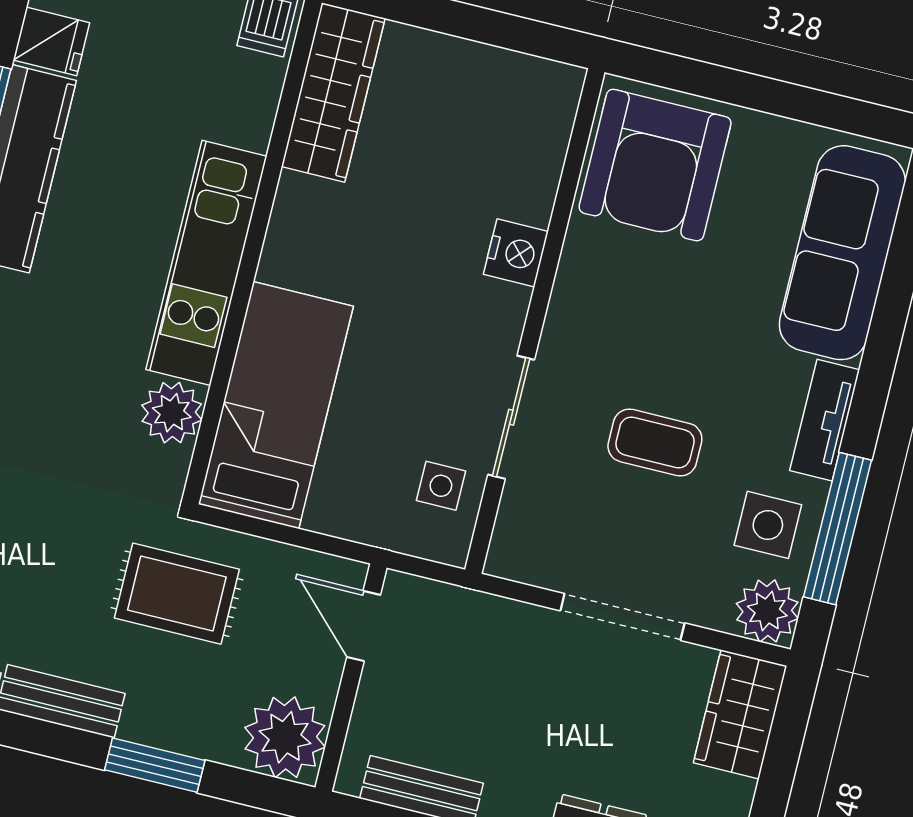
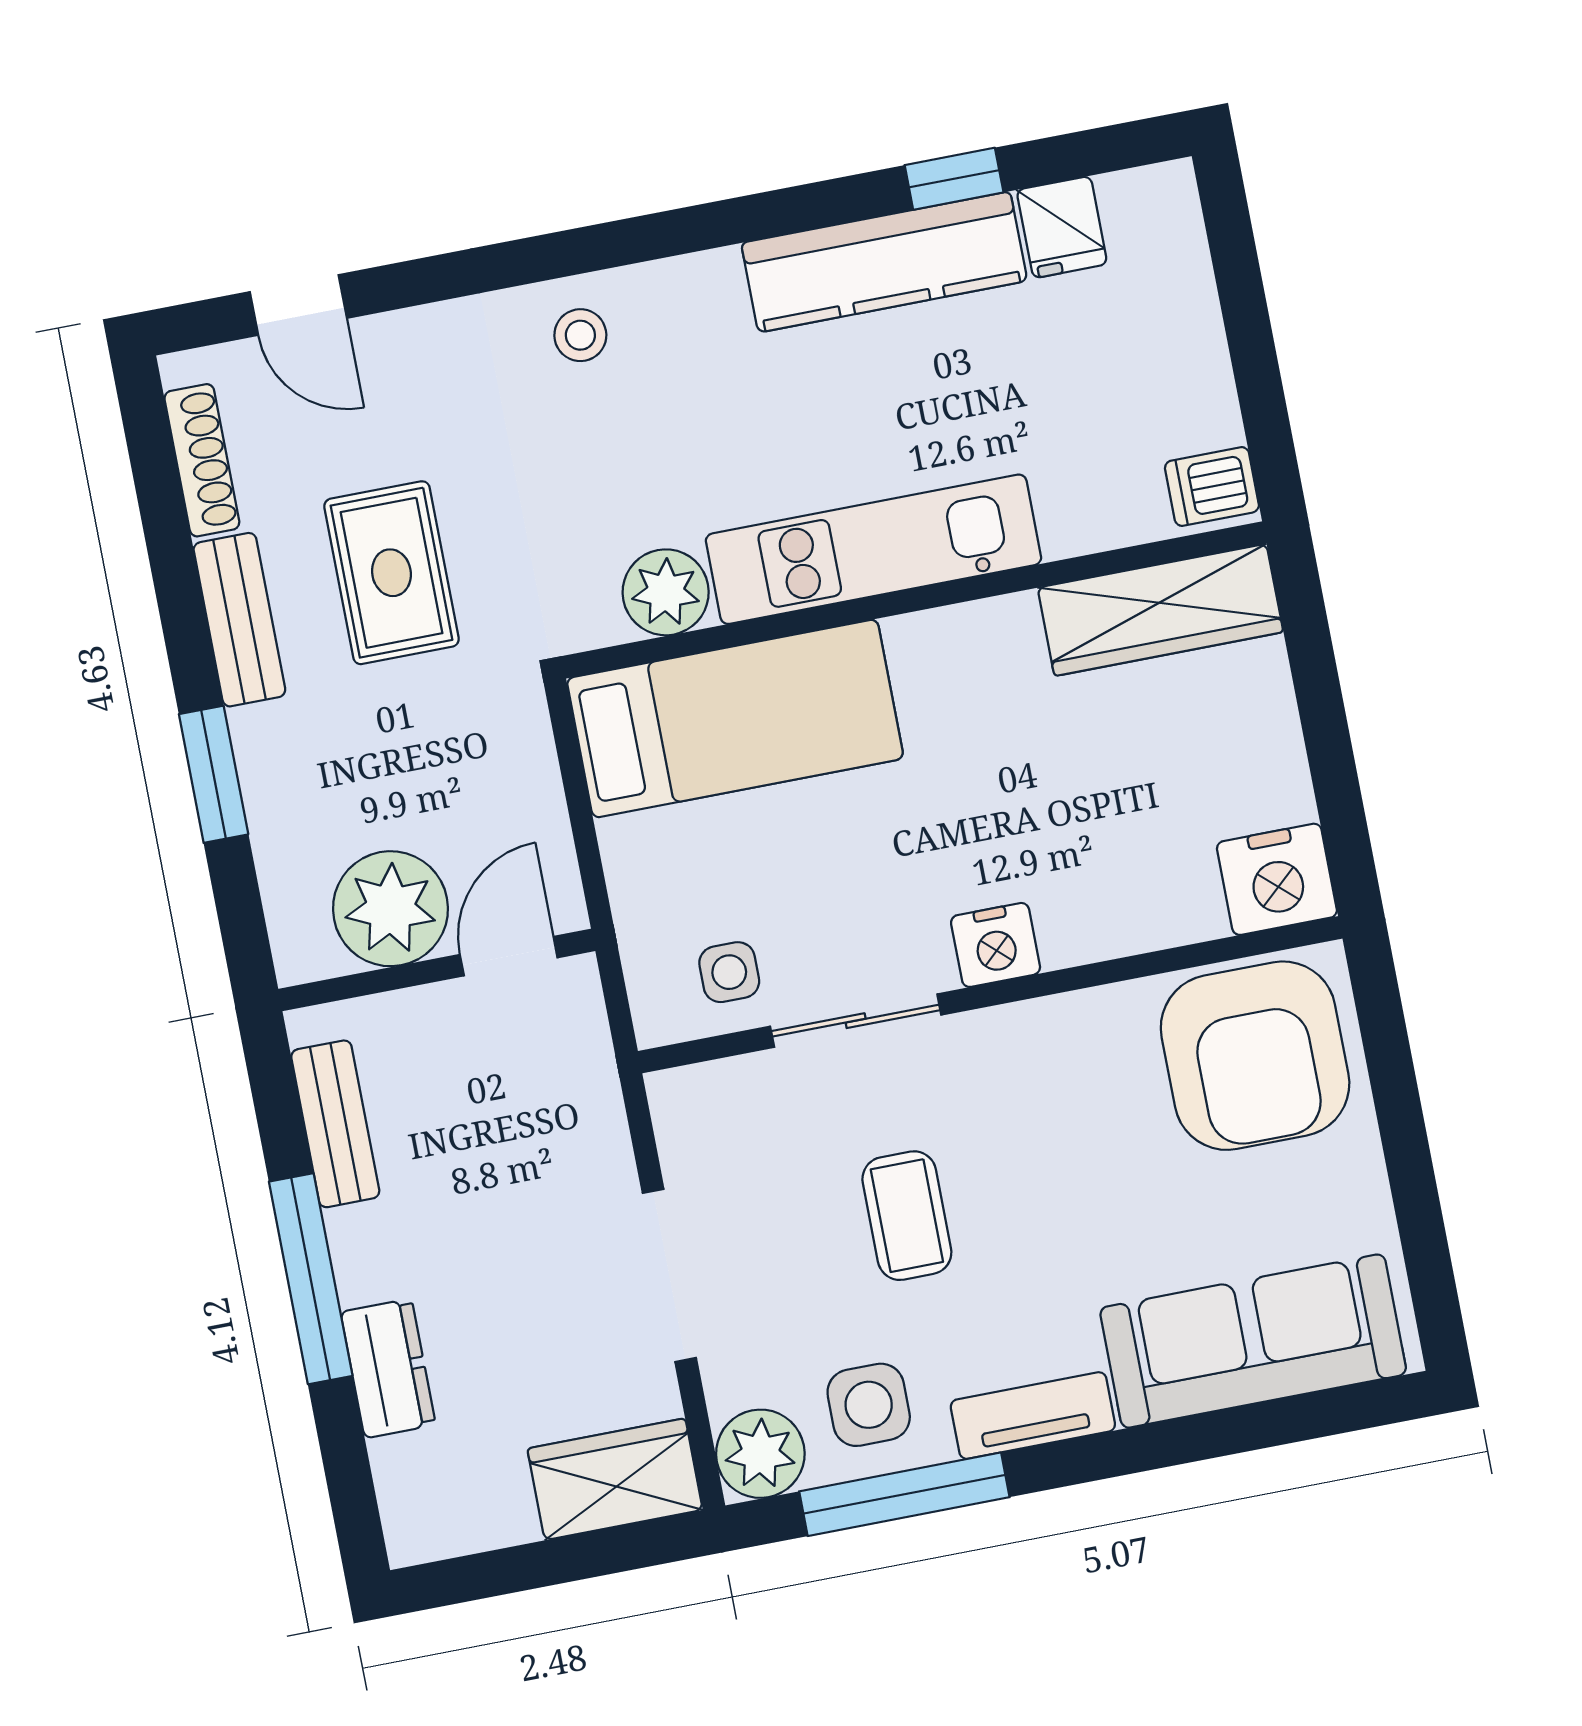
nightstand: (546, 97) -> (1277, 879), added
armchair: (655, 165) -> (1255, 1056), turned -90
nightstand: (516, 253) -> (996, 945), moved
rug: (177, 594) -> (391, 573), moved
plant: (285, 737) -> (391, 909), moved

